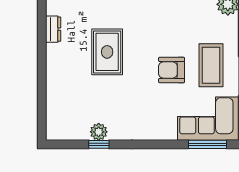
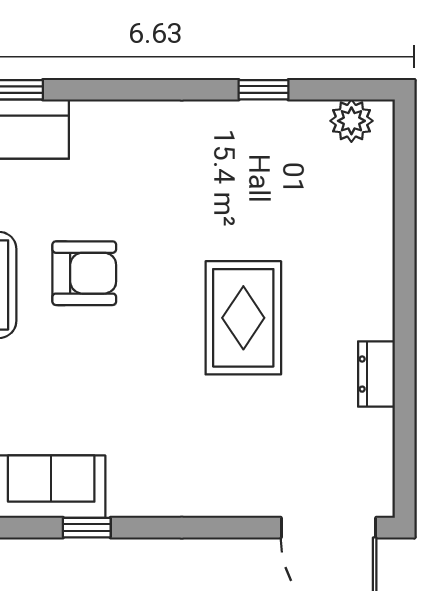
plant: (99, 132) -> (351, 121), moved

